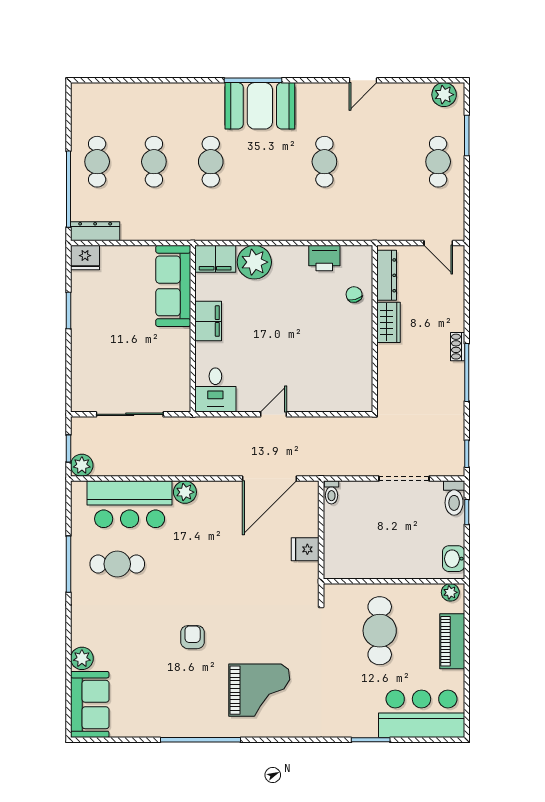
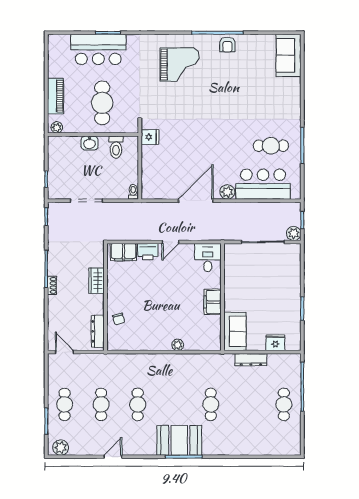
cafe table: (154, 162) -> (101, 404), moved
dresser: (95, 231) -> (251, 360), moved
fridge: (85, 258) -> (275, 343), moved
printer: (324, 258) -> (148, 252), moved, turned 180
filing cabinet: (215, 259) -> (123, 252), moved, turned 180
plant: (254, 262) -> (178, 345), width x0.53, depth x0.53
sofa: (173, 286) -> (235, 331), width x0.73
wardrobe: (388, 322) -> (96, 281), moved
plant: (82, 465) -> (294, 233), moved
door: (269, 479) -> (196, 201), moved
toilet: (454, 498) -> (116, 147), moved, turned 180
fridge: (305, 549) -> (150, 137), moved
washbasin: (454, 559) -> (90, 143), moved, turned 90
armchair: (193, 637) -> (227, 45), moved
plant: (82, 658) -> (294, 85), removed
grand piano: (259, 690) -> (180, 65), turned 180
bar counter: (422, 714) -> (98, 49), moved

